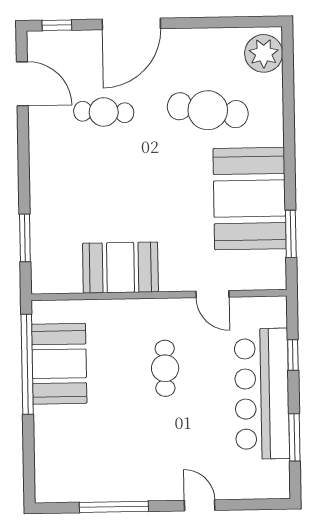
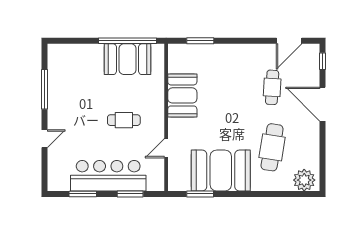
window: (293, 355) -> (130, 194), width x1.50

